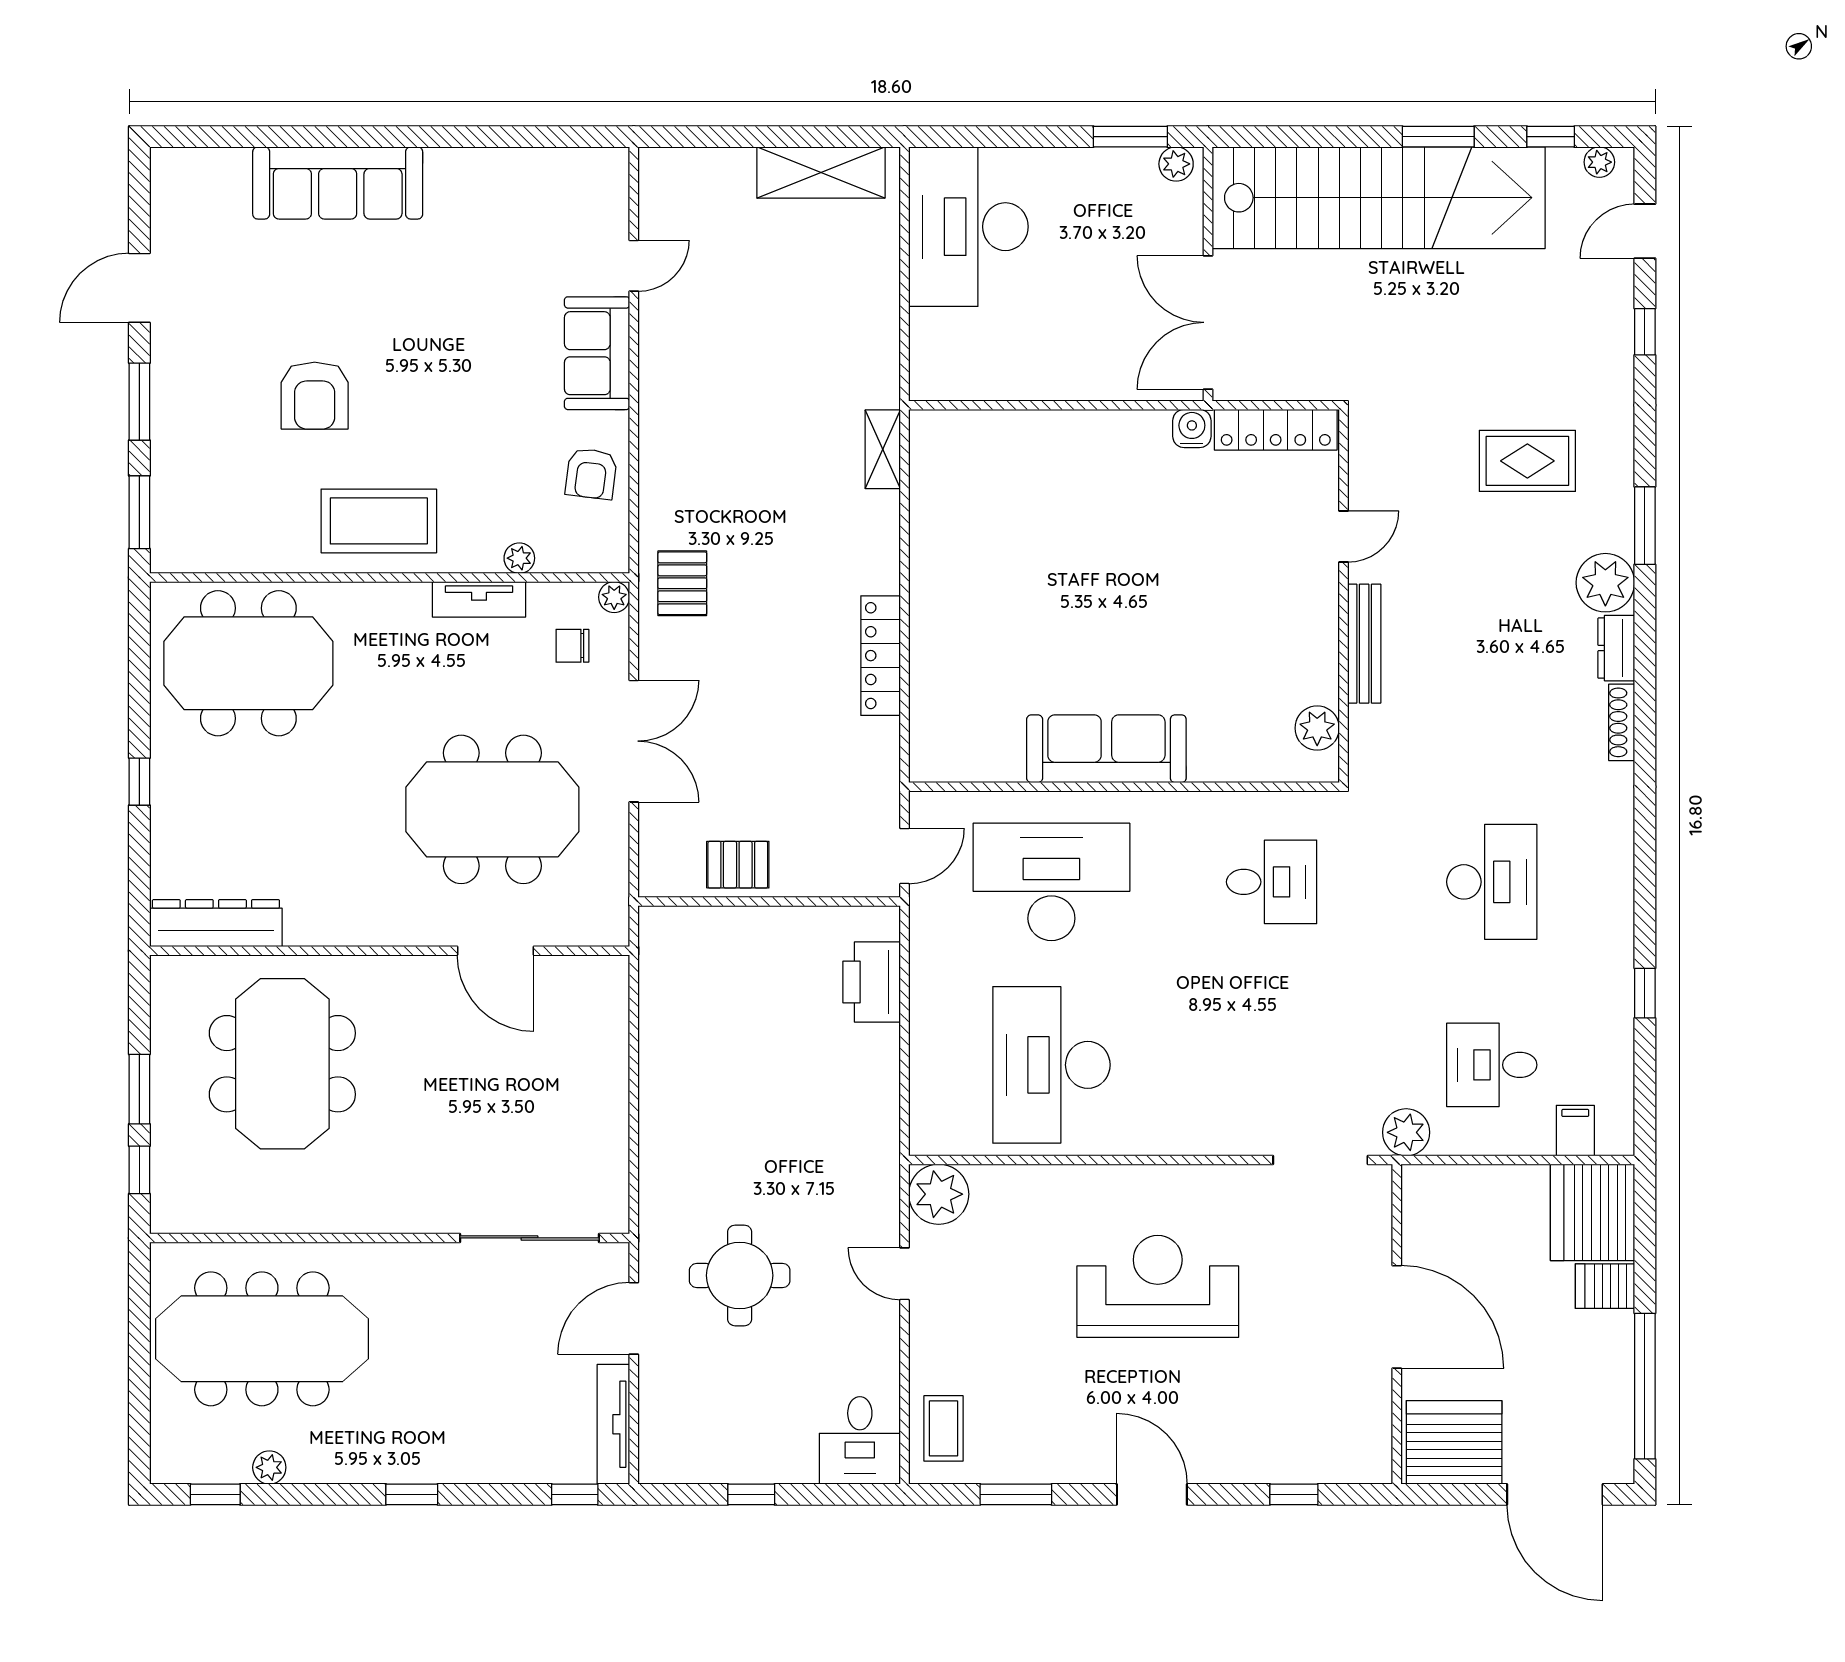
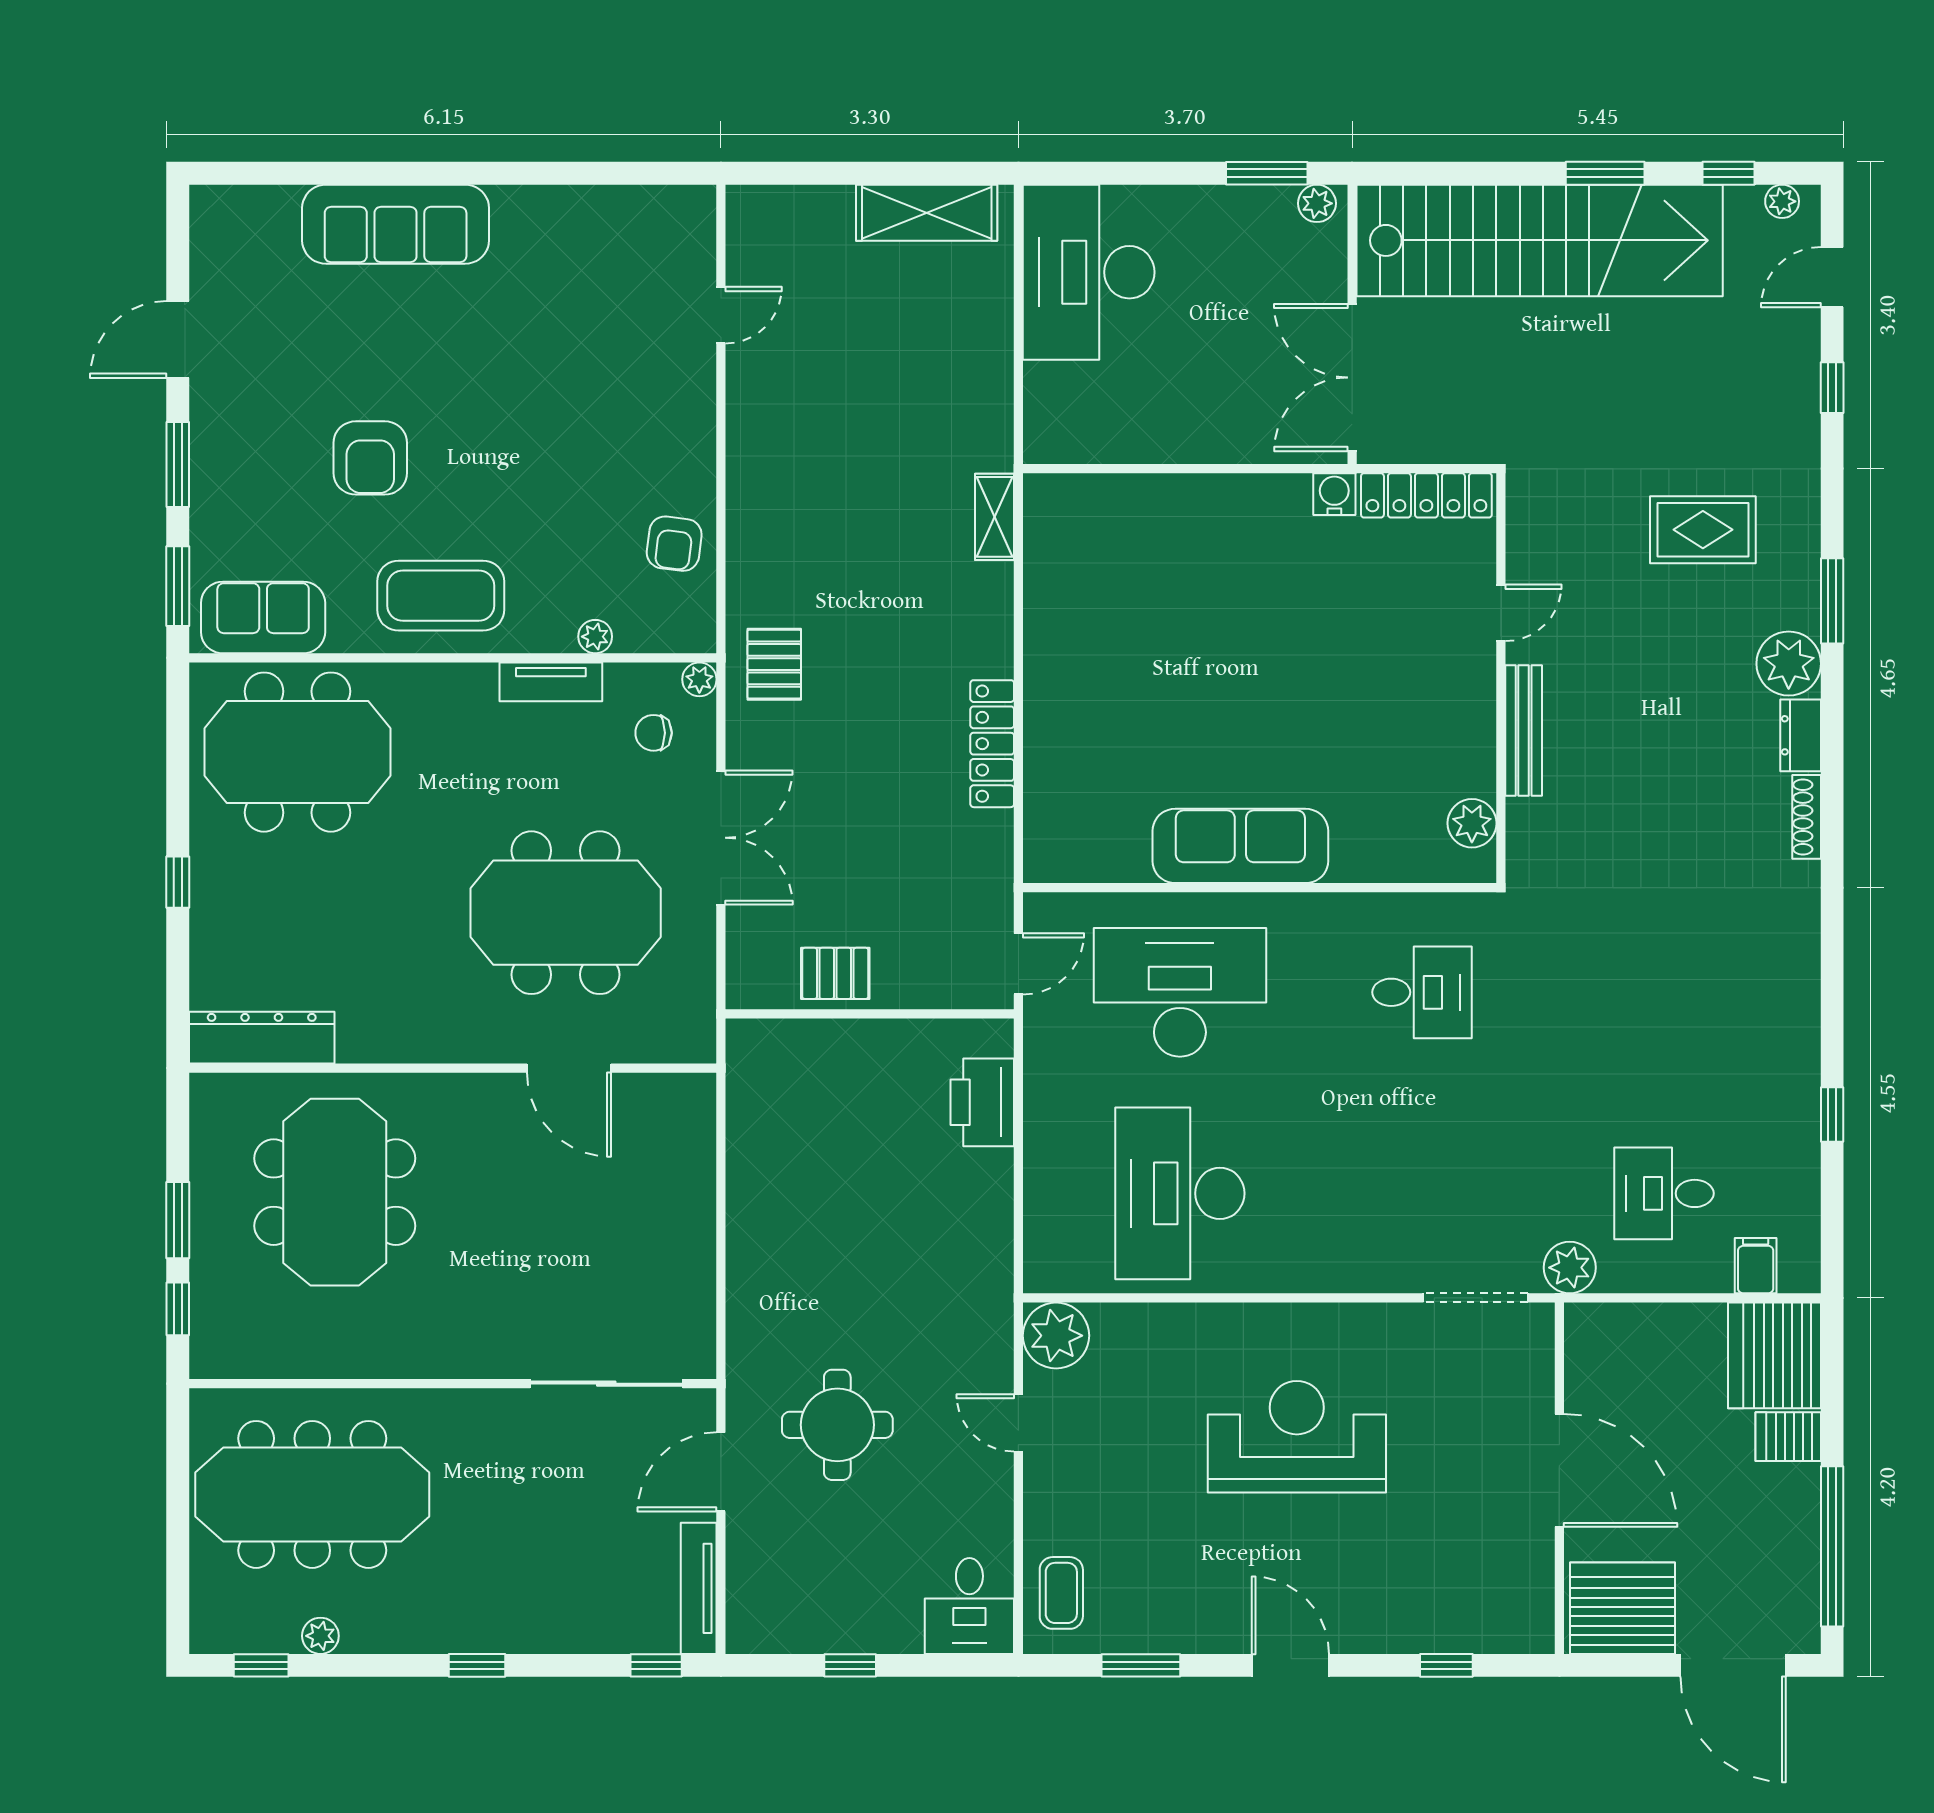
sofa: (597, 353) -> (263, 617), moved, turned 90
desk: (1492, 882) -> (1664, 992), removed

